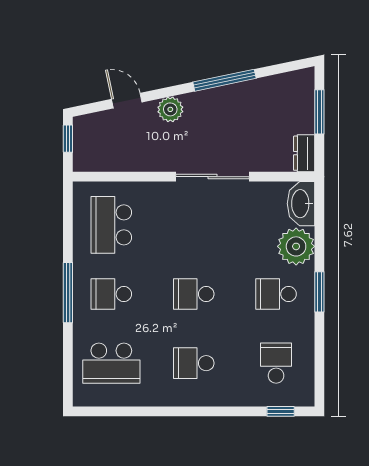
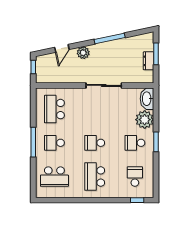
door: (127, 101) -> (62, 48), swing flipped
dresser: (304, 153) -> (149, 61), moved
school desk: (194, 363) -> (95, 177), width x1.85

